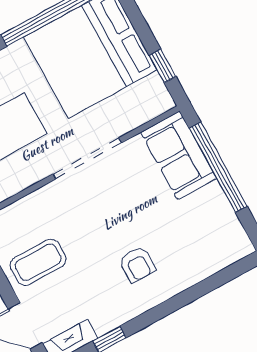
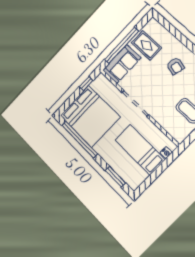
rug: (200, 219) -> (146, 45), added
armchair: (137, 264) -> (175, 66), turned 104

